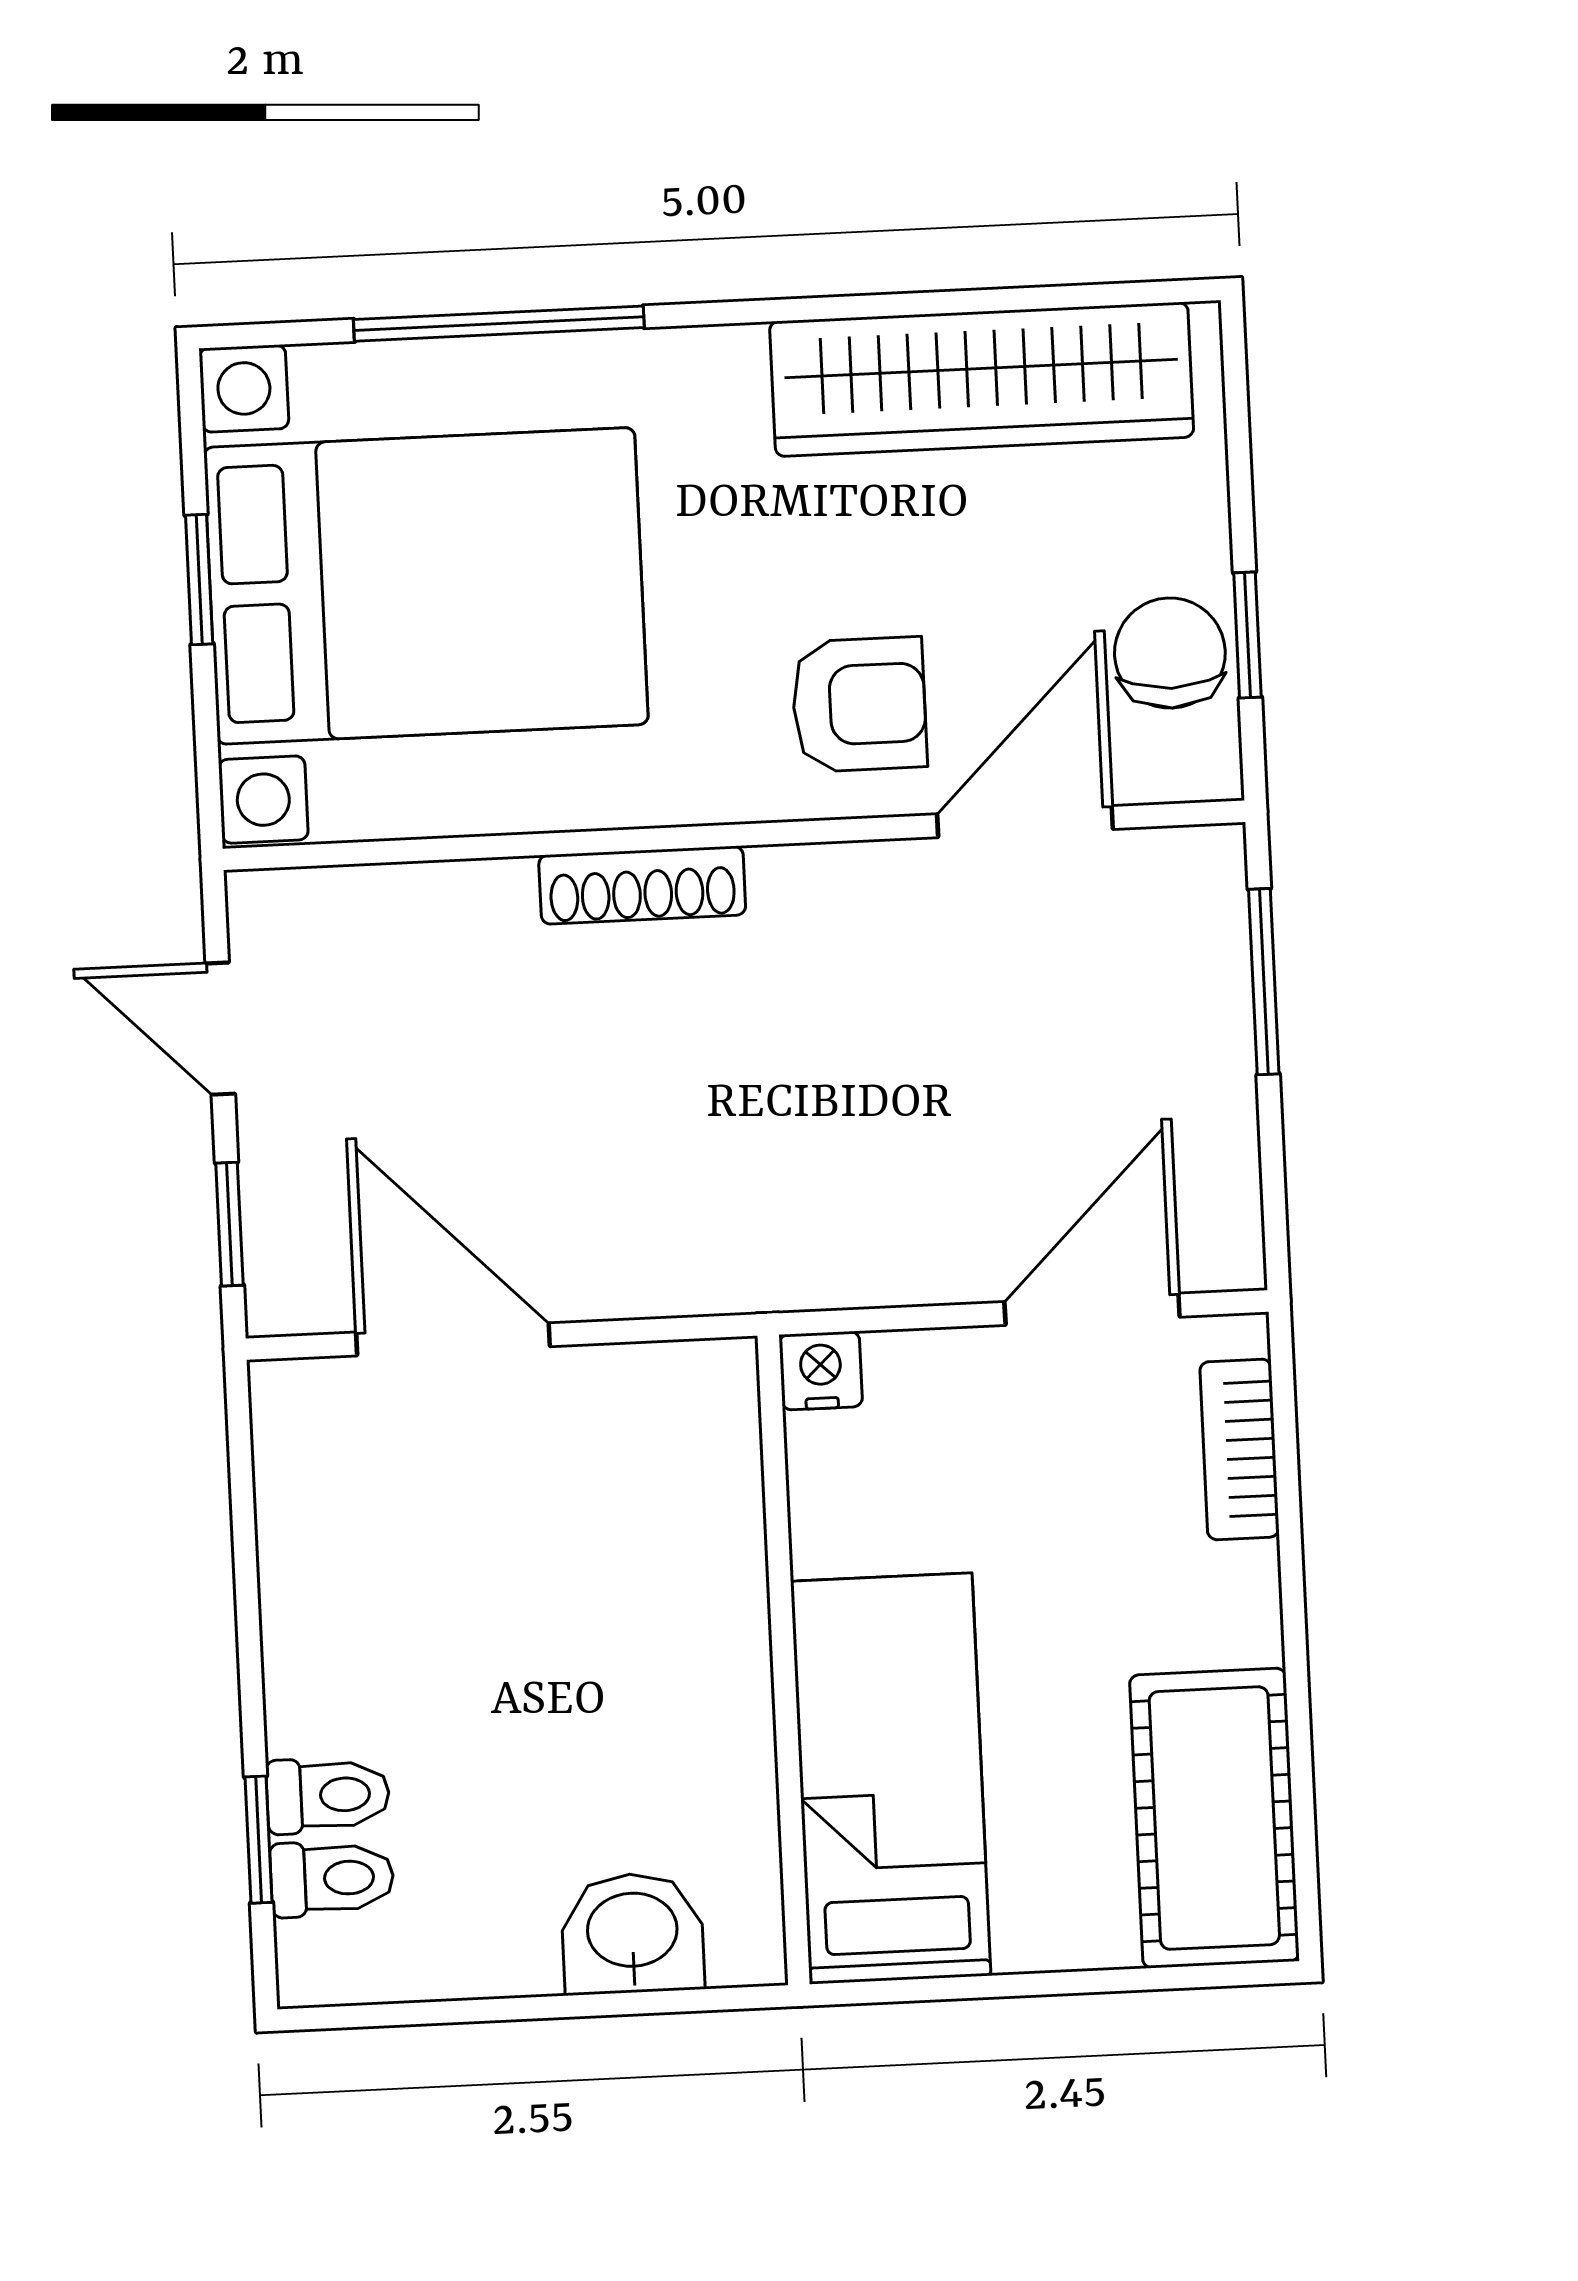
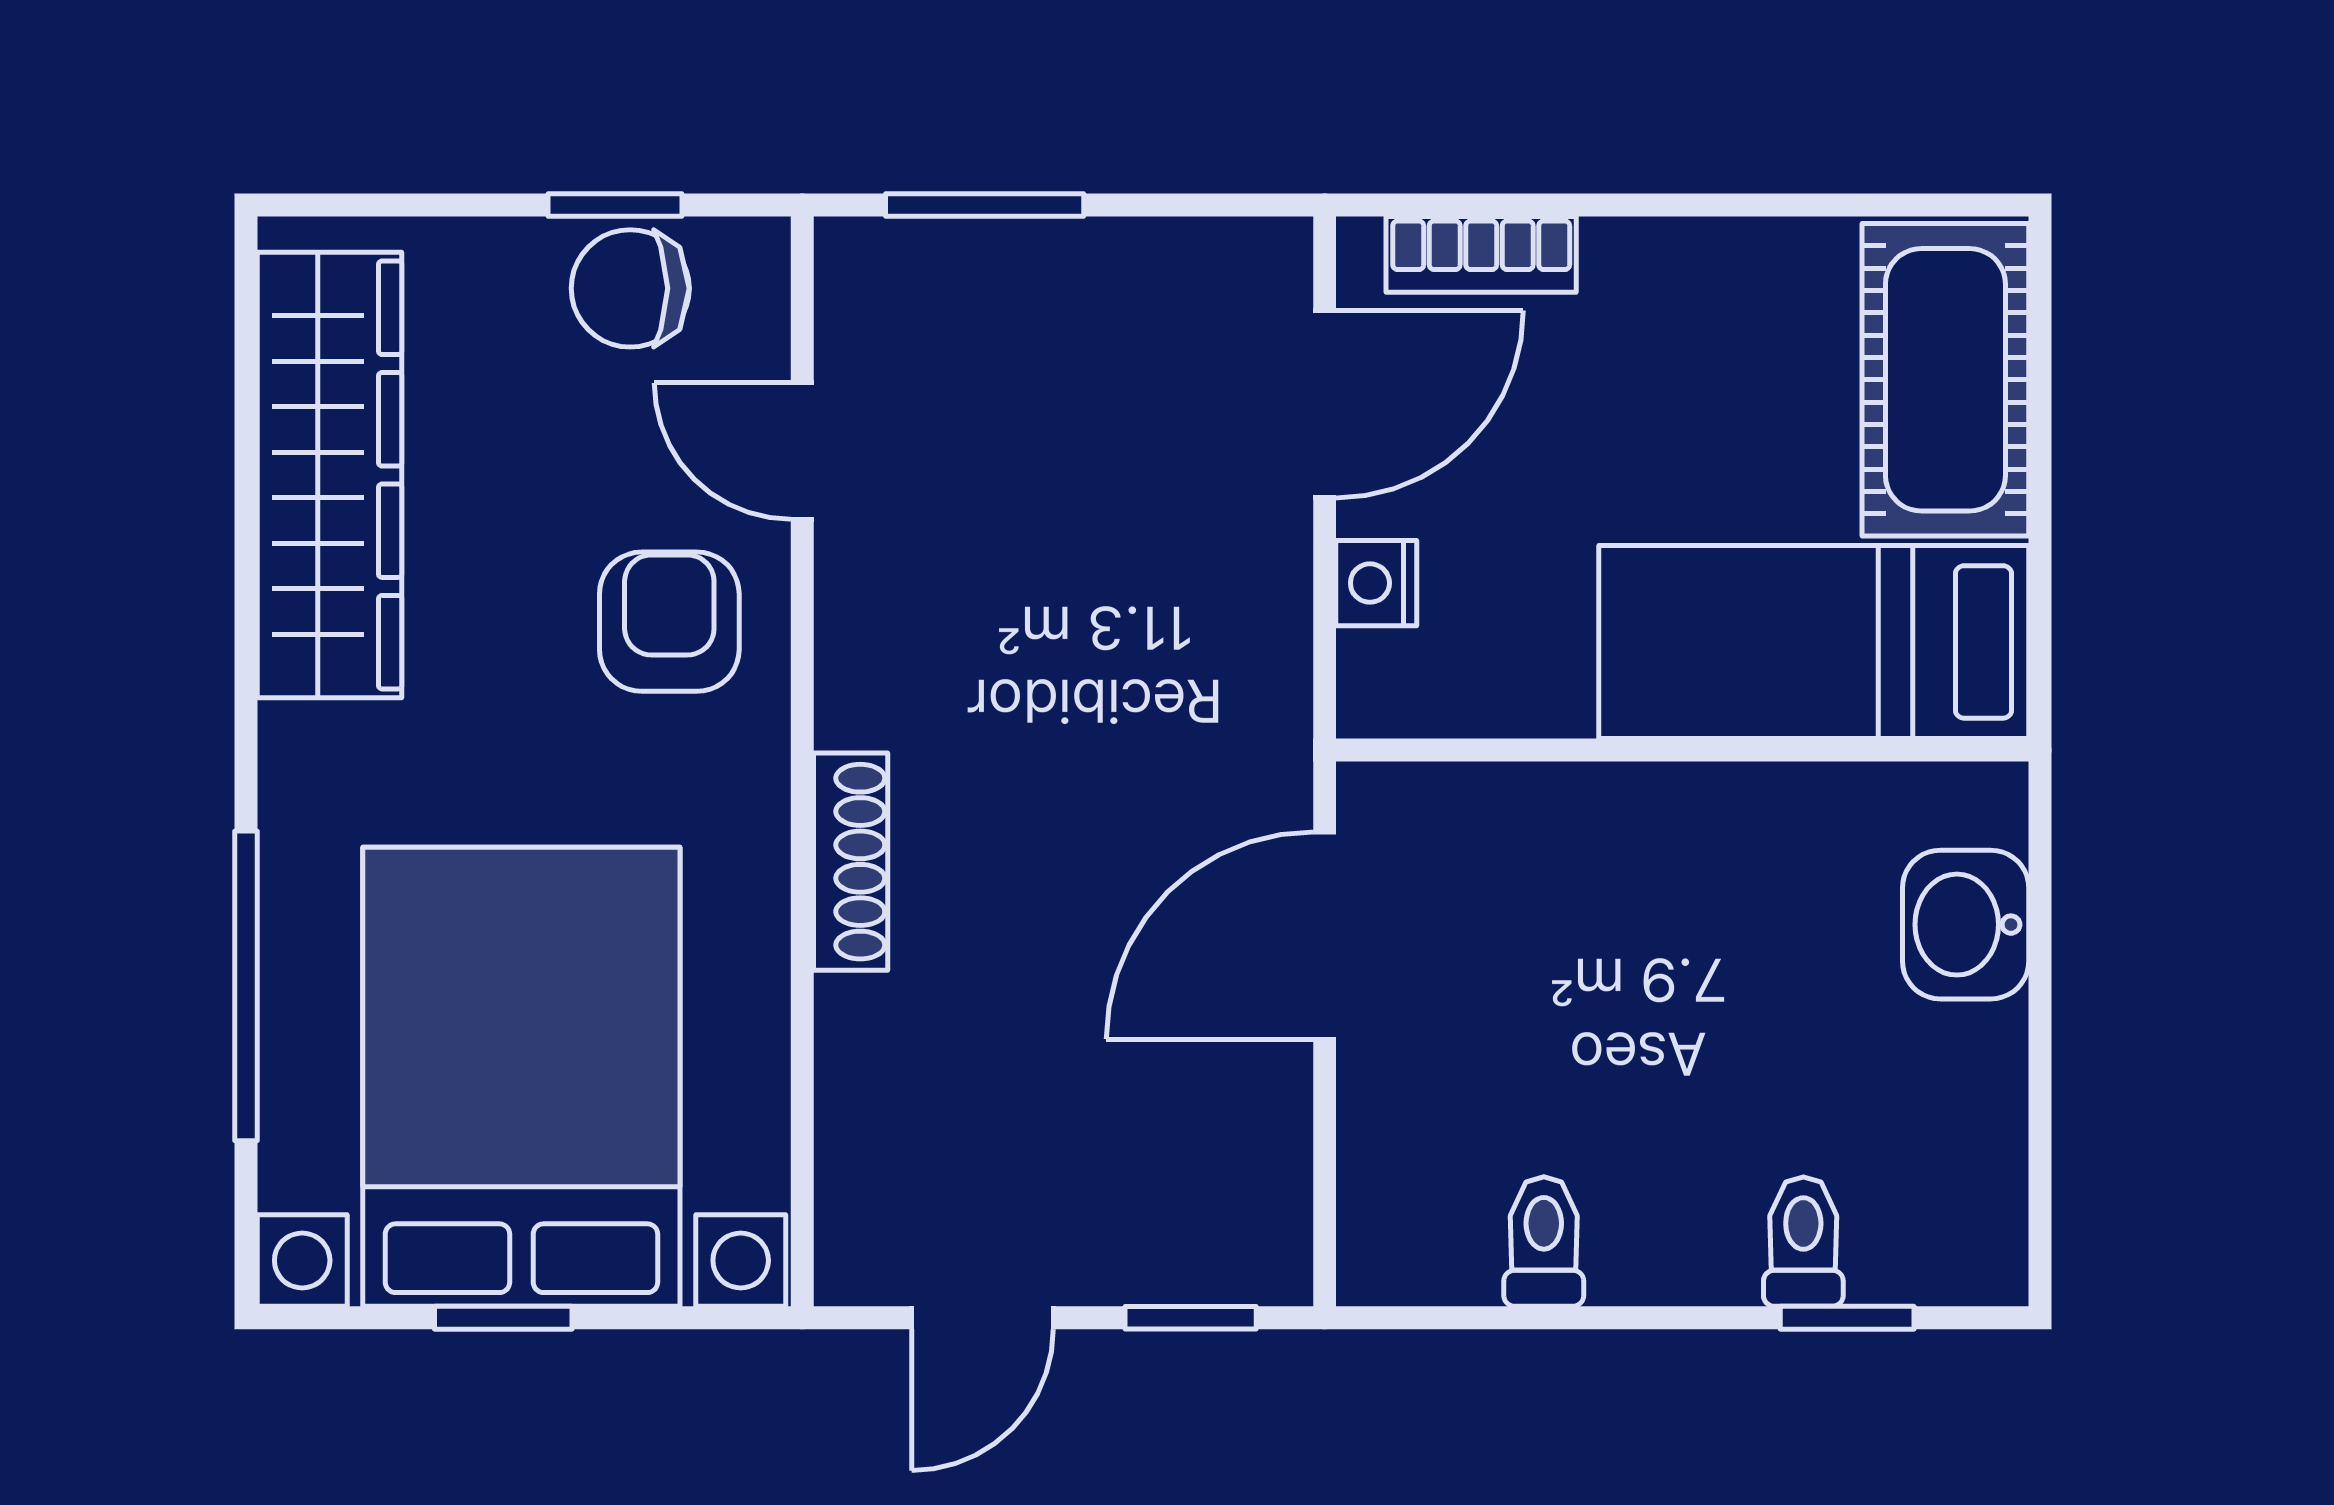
door: (1025, 822) -> (802, 451), width x0.73
door: (1092, 1309) -> (1325, 404), swing flipped
door: (453, 1339) -> (1325, 936), moved
nightstand: (821, 1371) -> (1376, 583), moved
cot: (1214, 1818) -> (1945, 380), moved, turned 90
toilet: (332, 1878) -> (1544, 1242), moved

